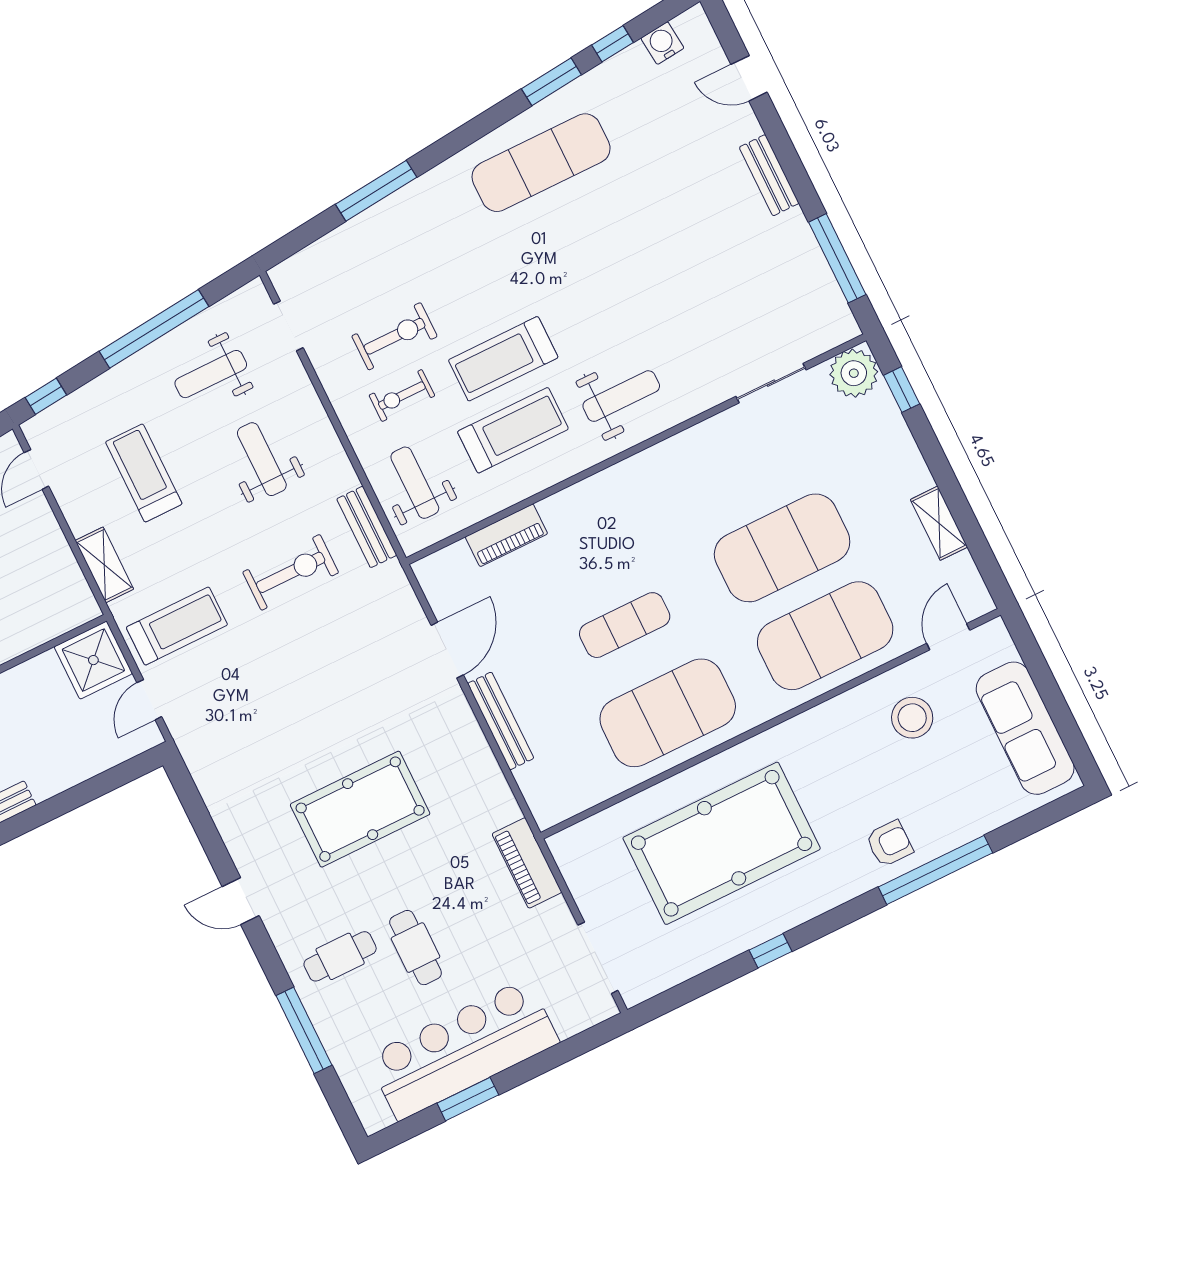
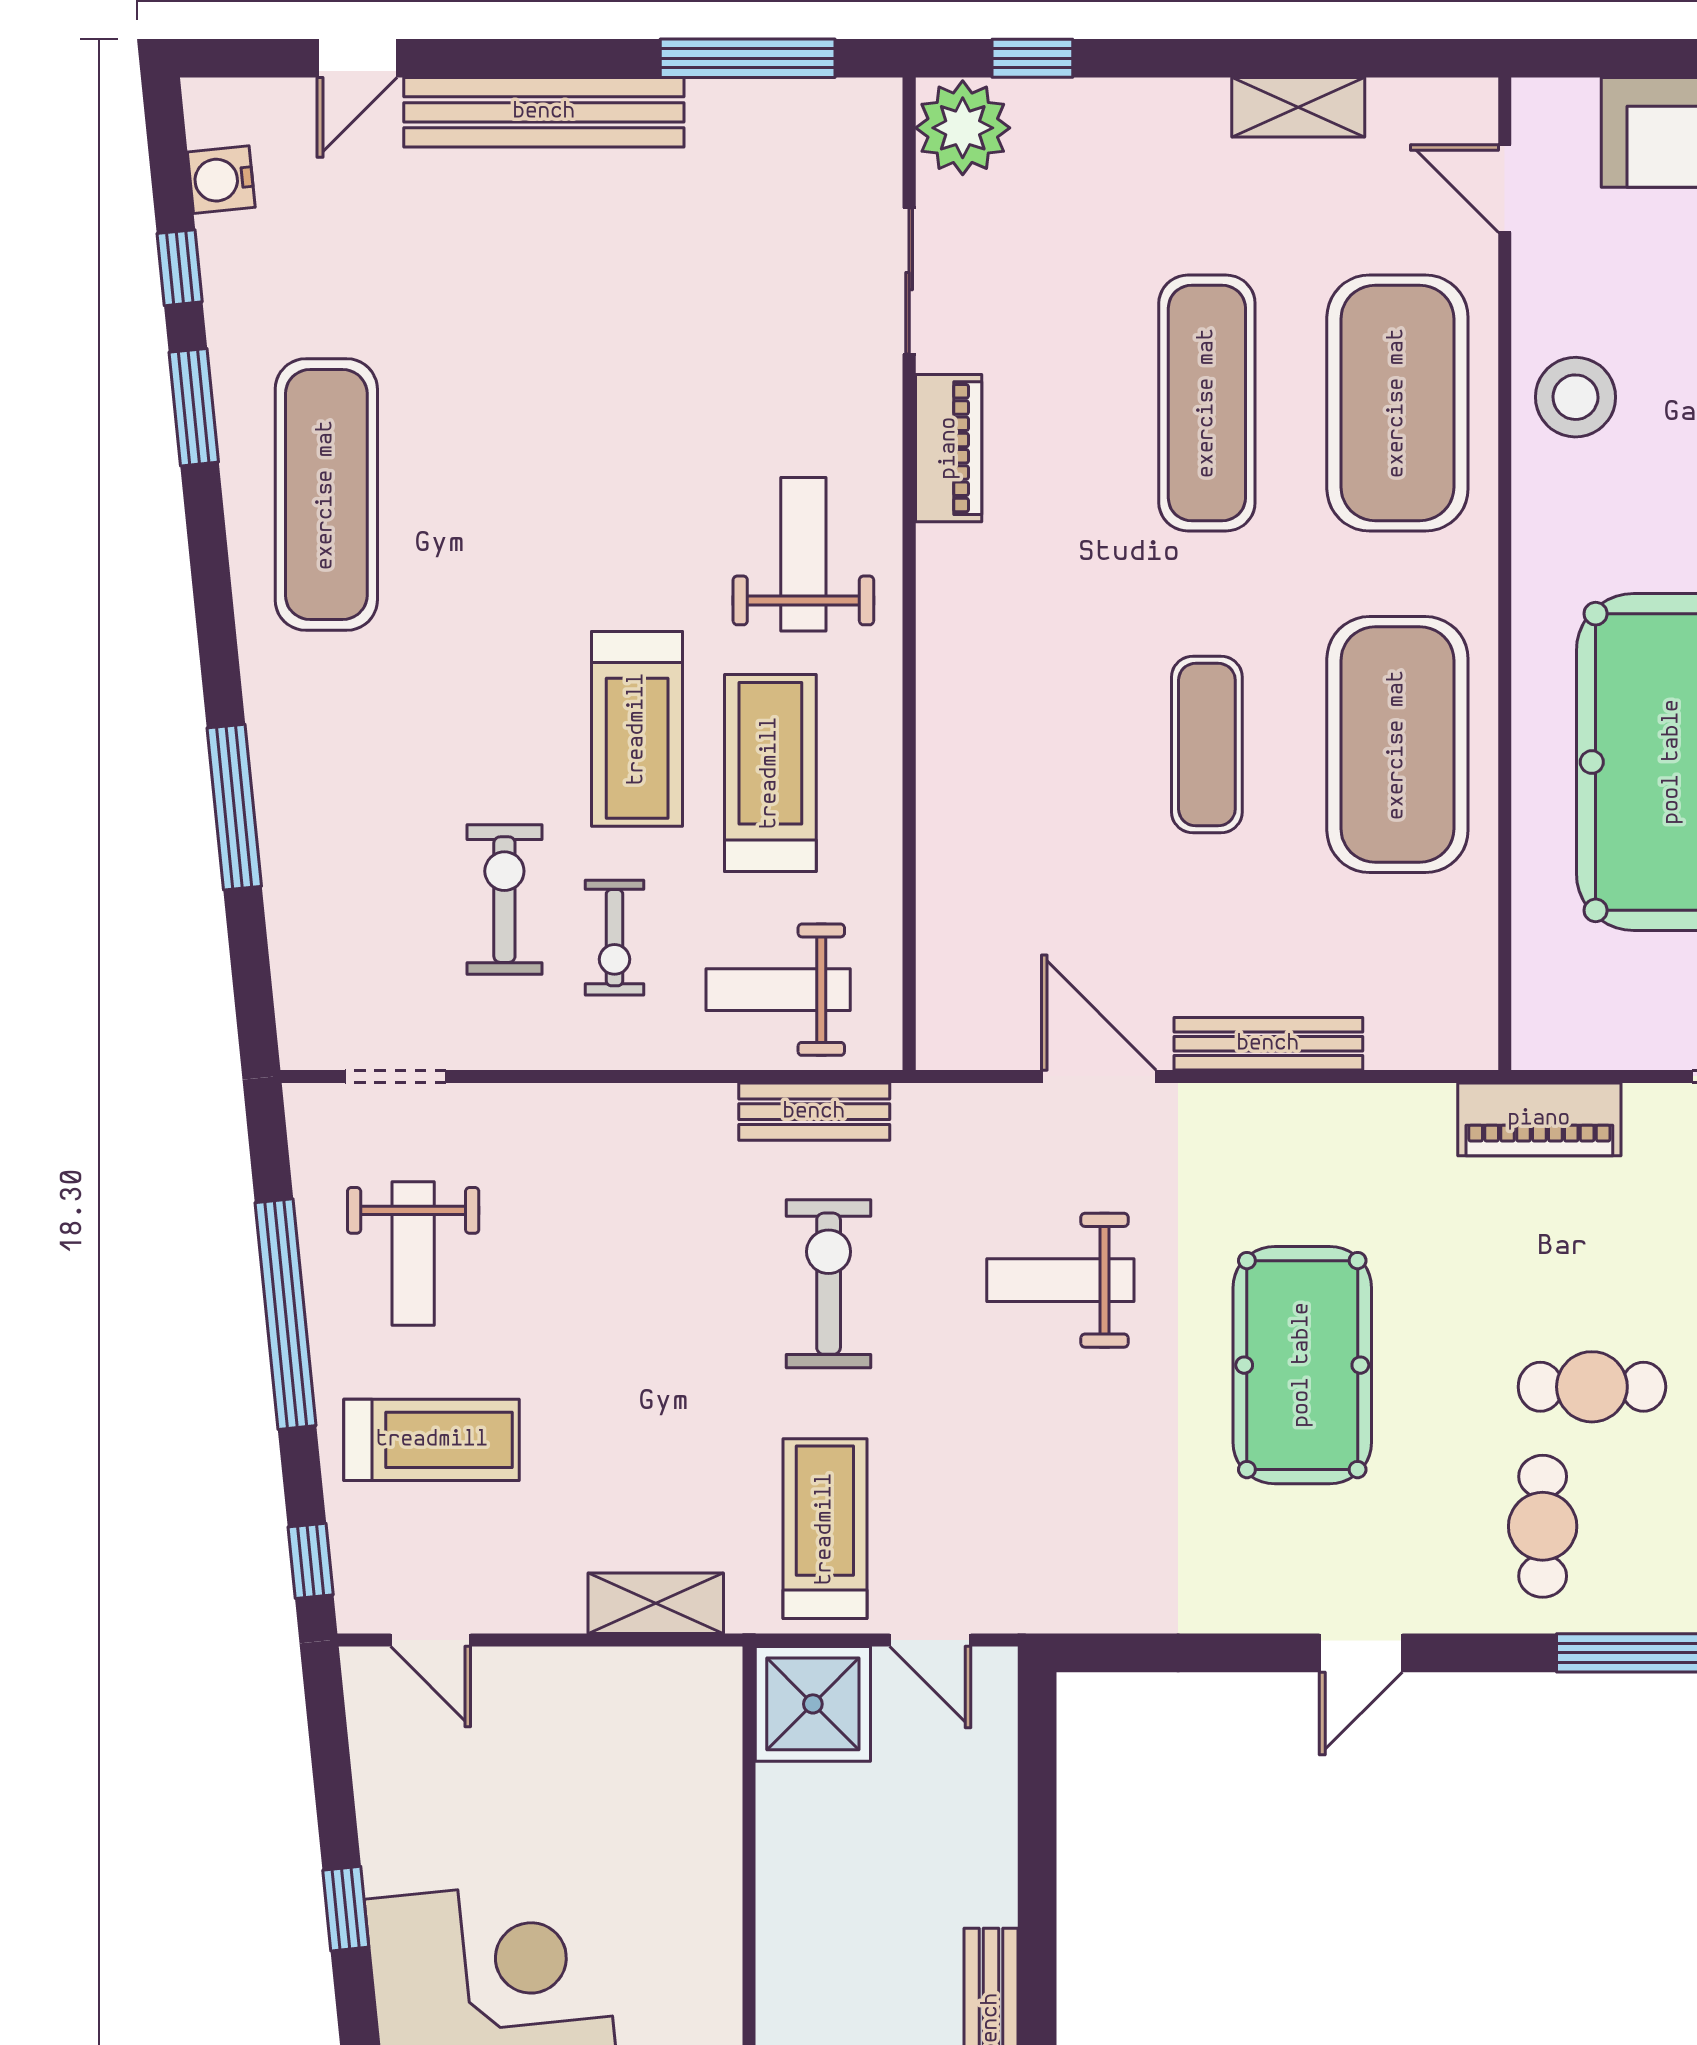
bench: (769, 175) -> (544, 112), width x1.86, depth x1.21
weight bench: (262, 459) -> (1060, 1280), moved
treadmill: (144, 473) -> (432, 1440), moved, turned 180
piano: (506, 535) -> (949, 448), moved
exercise mat: (782, 548) -> (1207, 403), width x0.68
stool: (912, 718) -> (1575, 397), moved

